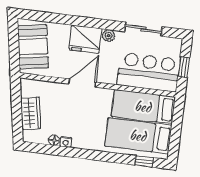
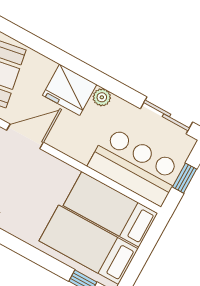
sliding door: (143, 29) -> (167, 115), moved
door: (82, 83) -> (25, 136), moved

